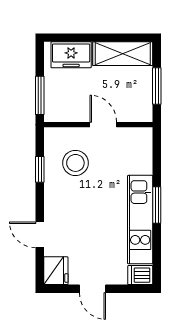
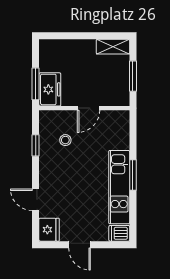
shelving: (123, 54) -> (113, 47), width x0.67, depth x0.75
freezer: (71, 55) -> (50, 89), moved, turned -90
door: (103, 125) -> (88, 108), swing flipped
stool: (75, 163) -> (65, 140), width x0.53, depth x0.53

